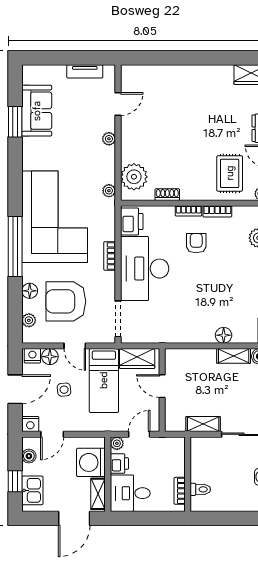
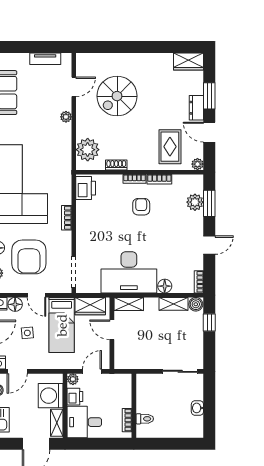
spiral stairs: (168, 115) -> (117, 96), added
plant: (109, 191) -> (66, 162), removed
desk: (145, 269) -> (129, 272), moved, turned -90
armchair: (66, 301) -> (29, 257), turned -90
shelving: (203, 424) -> (129, 304), moved

